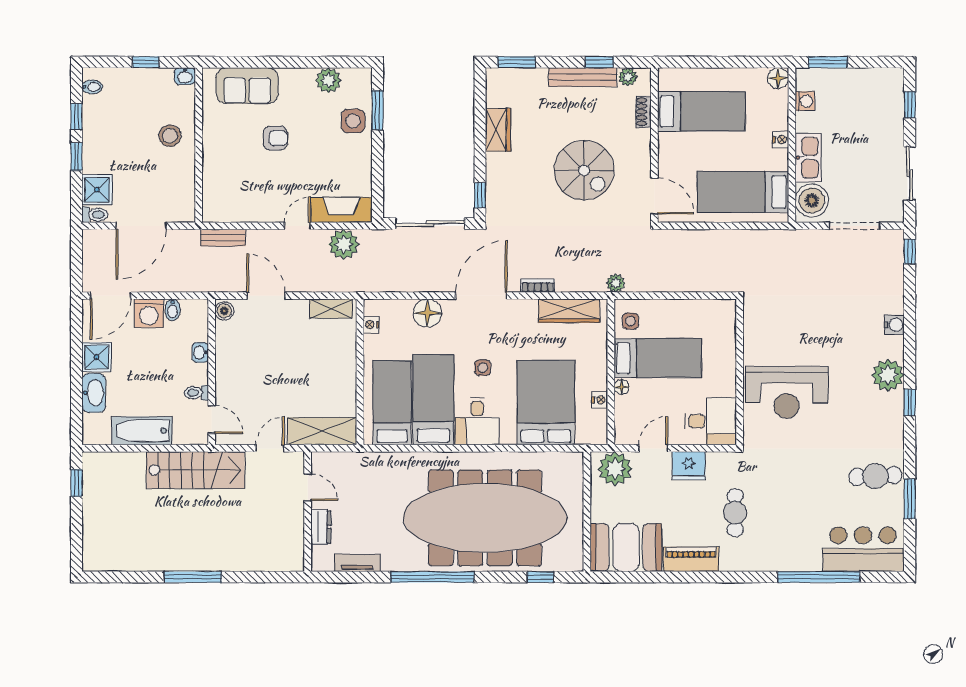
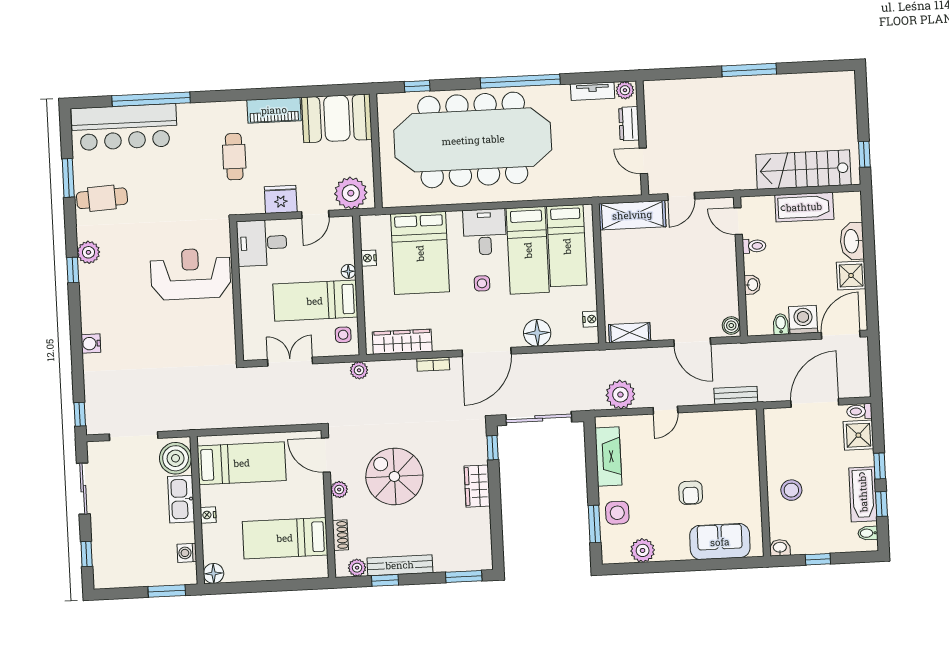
bathtub: (95, 128) -> (863, 494), added
wardrobe: (498, 130) -> (477, 486), moved
armchair: (275, 138) -> (691, 493), turned -90
plant: (642, 159) -> (339, 490), added
fireplace: (341, 210) -> (608, 456), moved, turned -90
double door: (687, 296) -> (290, 362), added
plant: (888, 375) -> (88, 252), moved, width x0.73, depth x0.73
stairs: (196, 470) -> (803, 170), moved
bar counter: (863, 549) -> (124, 127), width x1.36
plant: (323, 562) -> (625, 90), added

